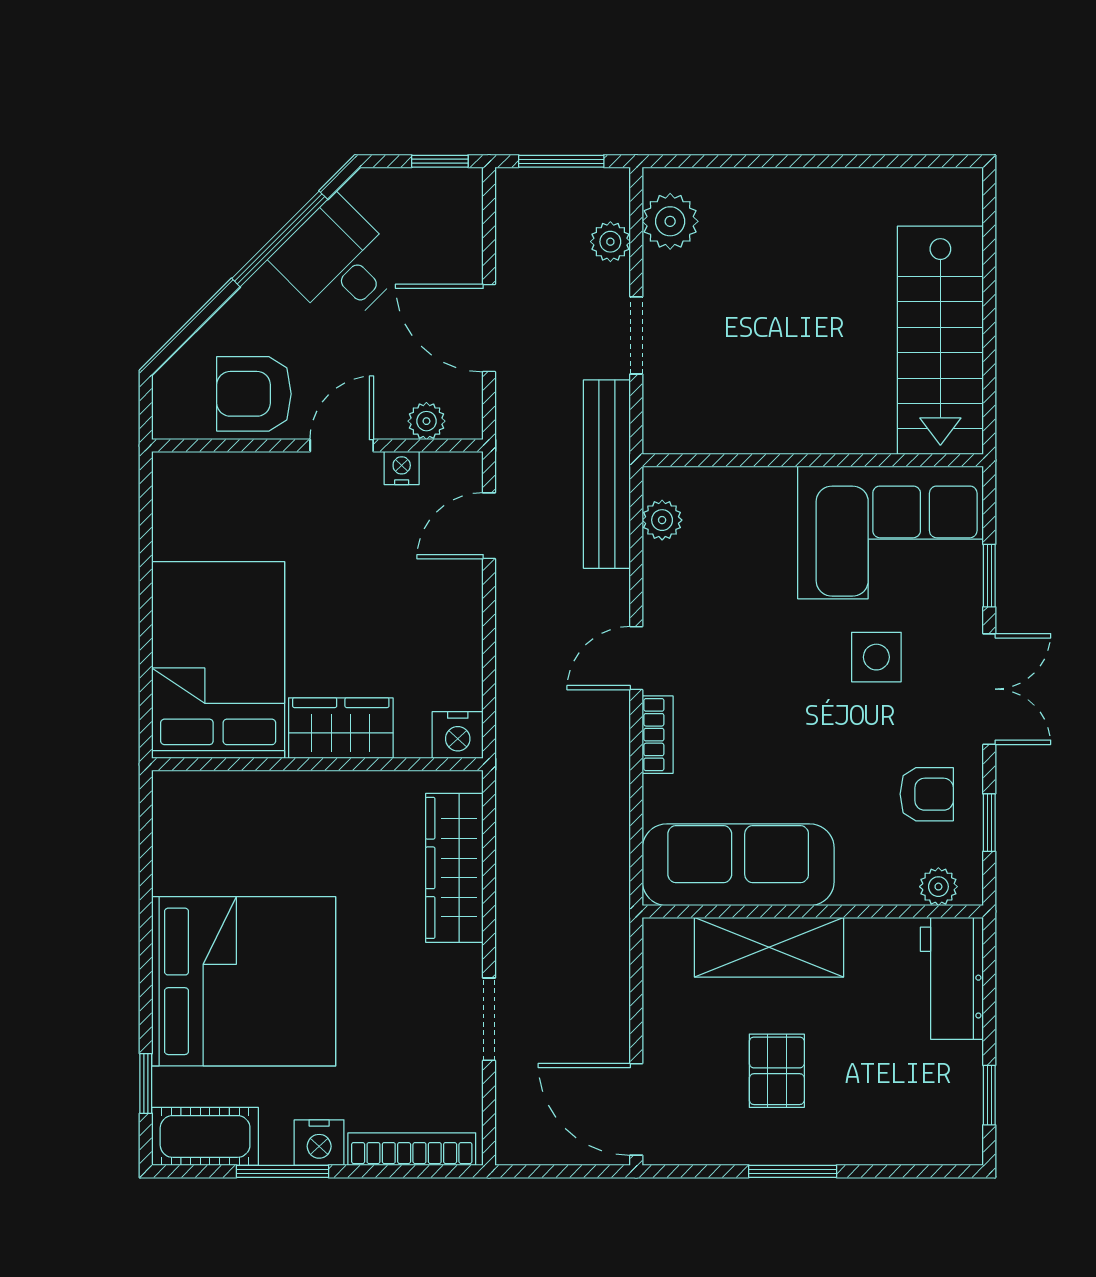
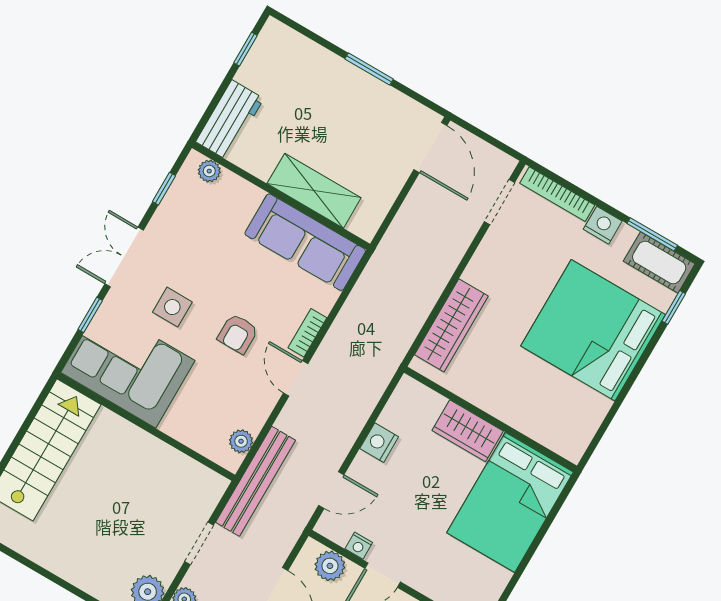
plant: (426, 421) -> (330, 566), width x1.38, depth x1.38
door: (636, 658) -> (296, 378), swing flipped
nightstand: (458, 735) -> (379, 443), moved, turned -90
armchair: (927, 794) -> (238, 334), moved, turned -90
doorway: (489, 1019) -> (500, 202), moved
pallet: (777, 1071) -> (347, 125), removed
window: (283, 1171) -> (652, 234), moved

